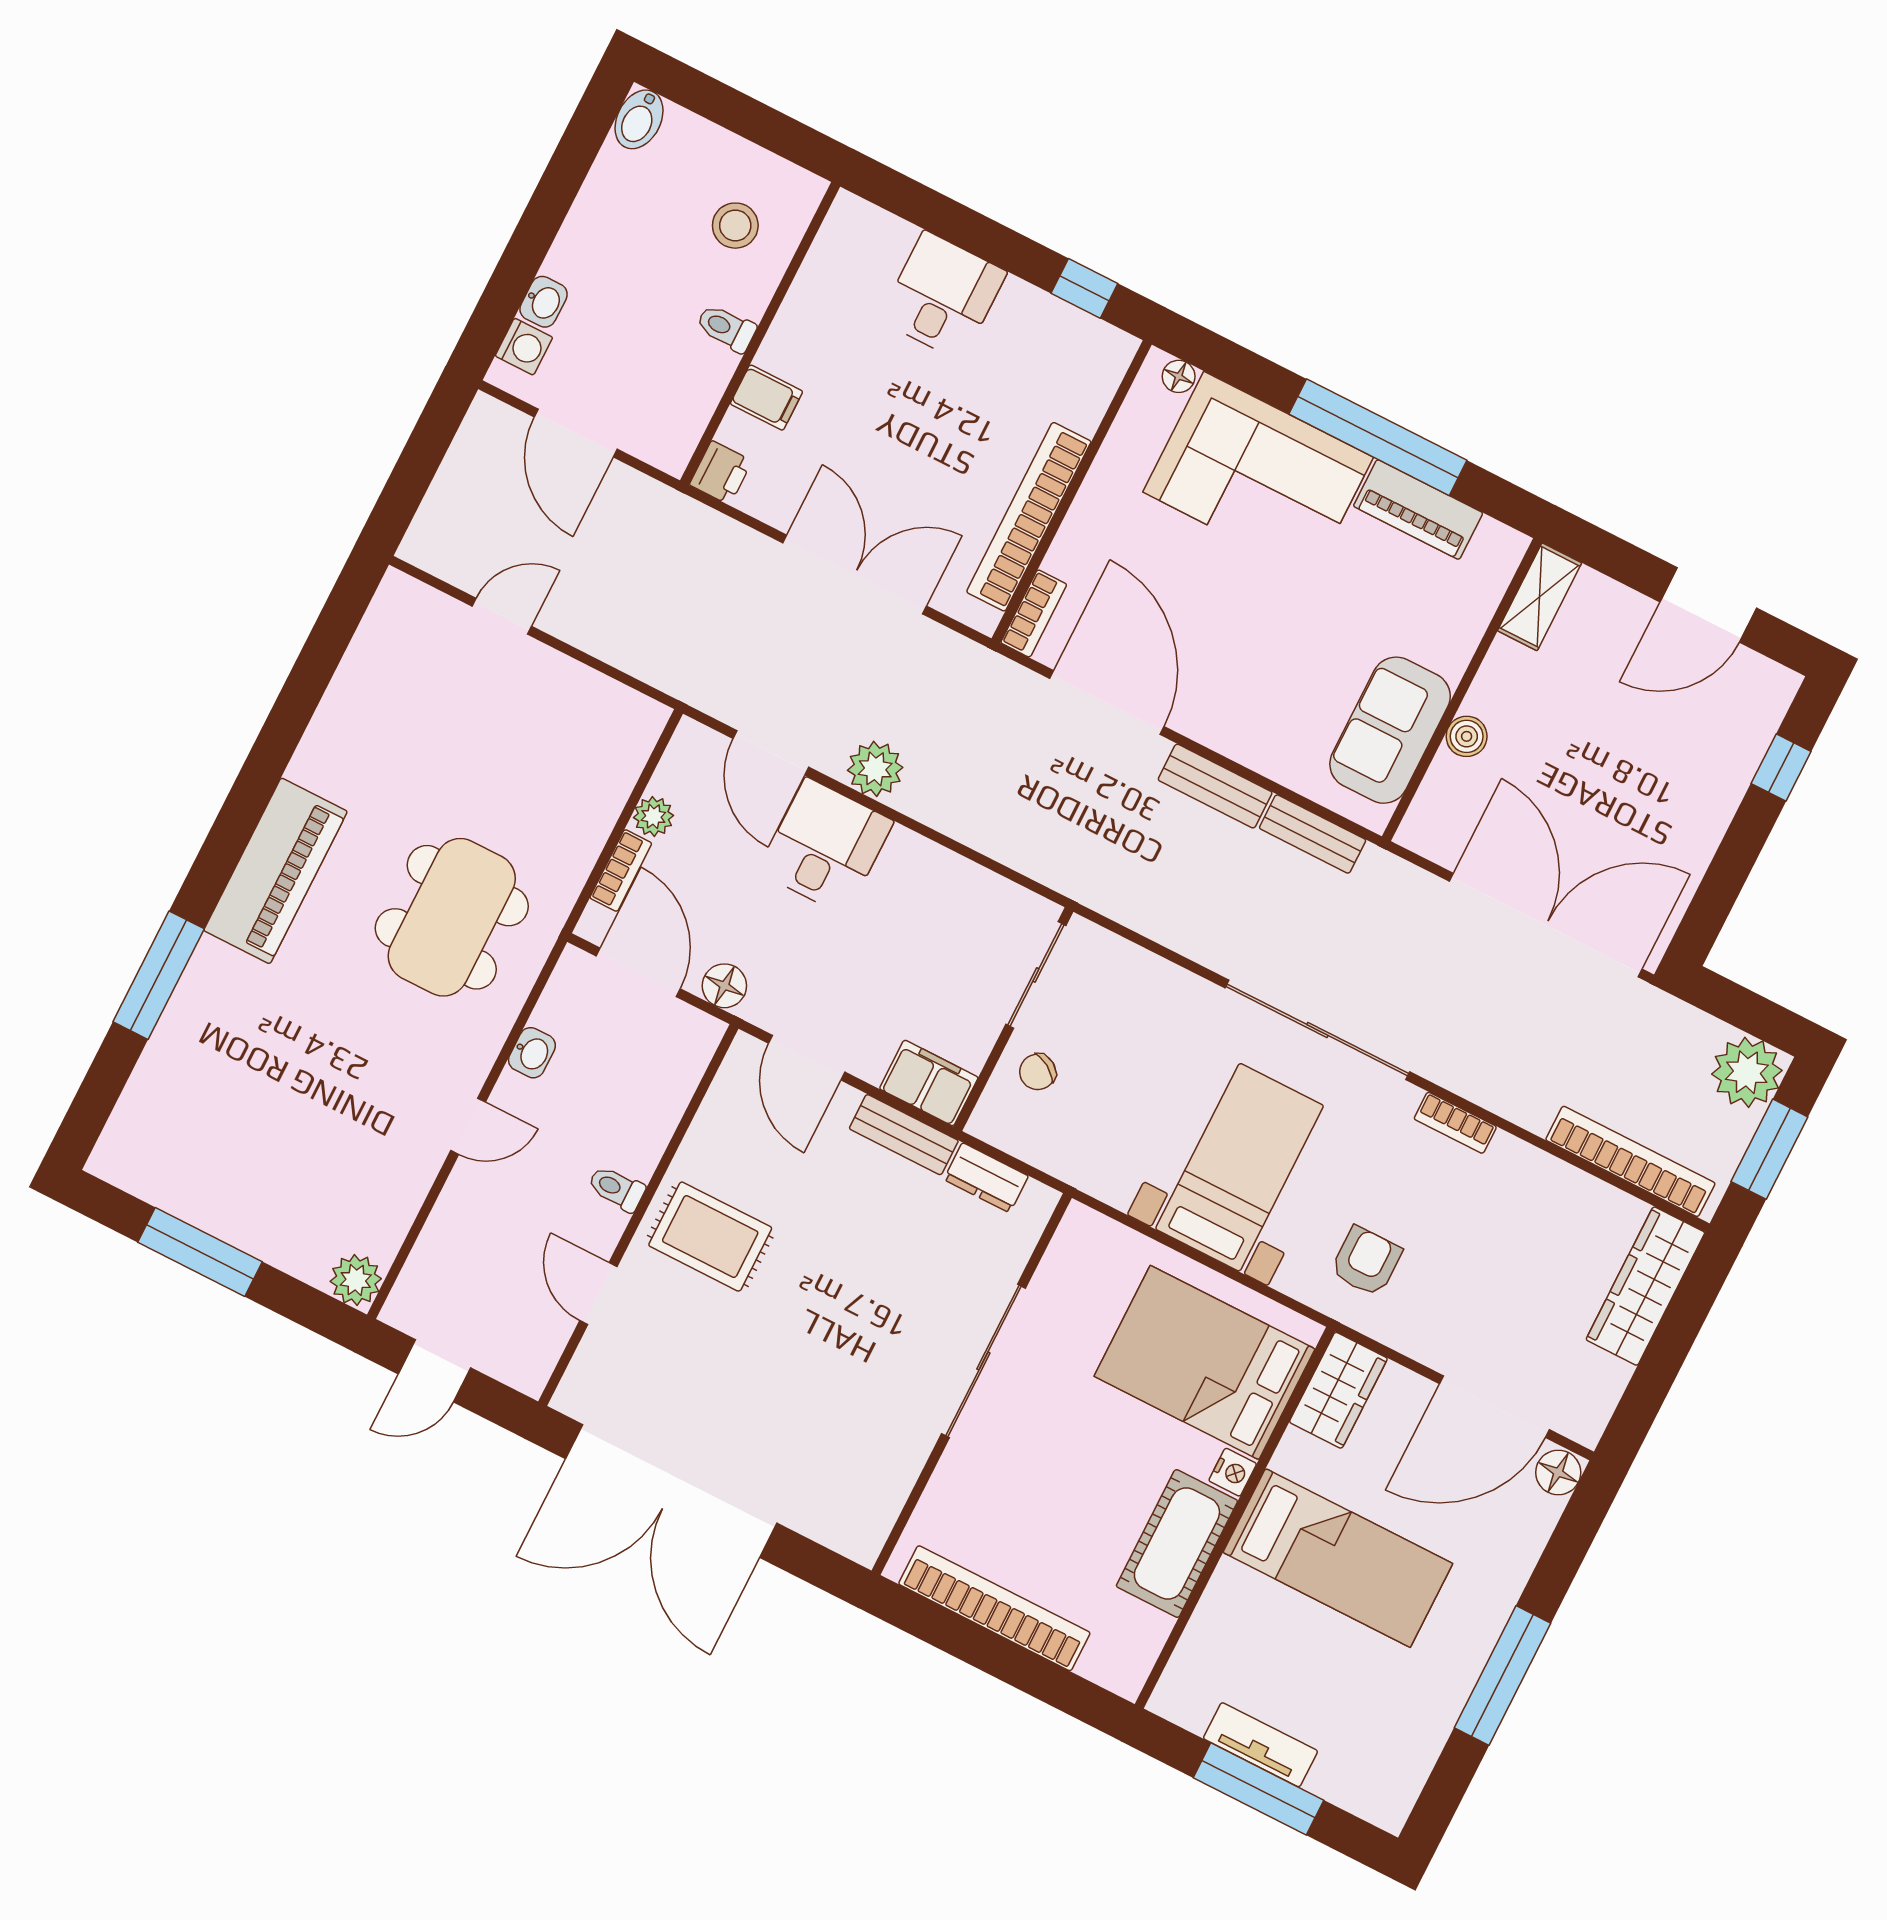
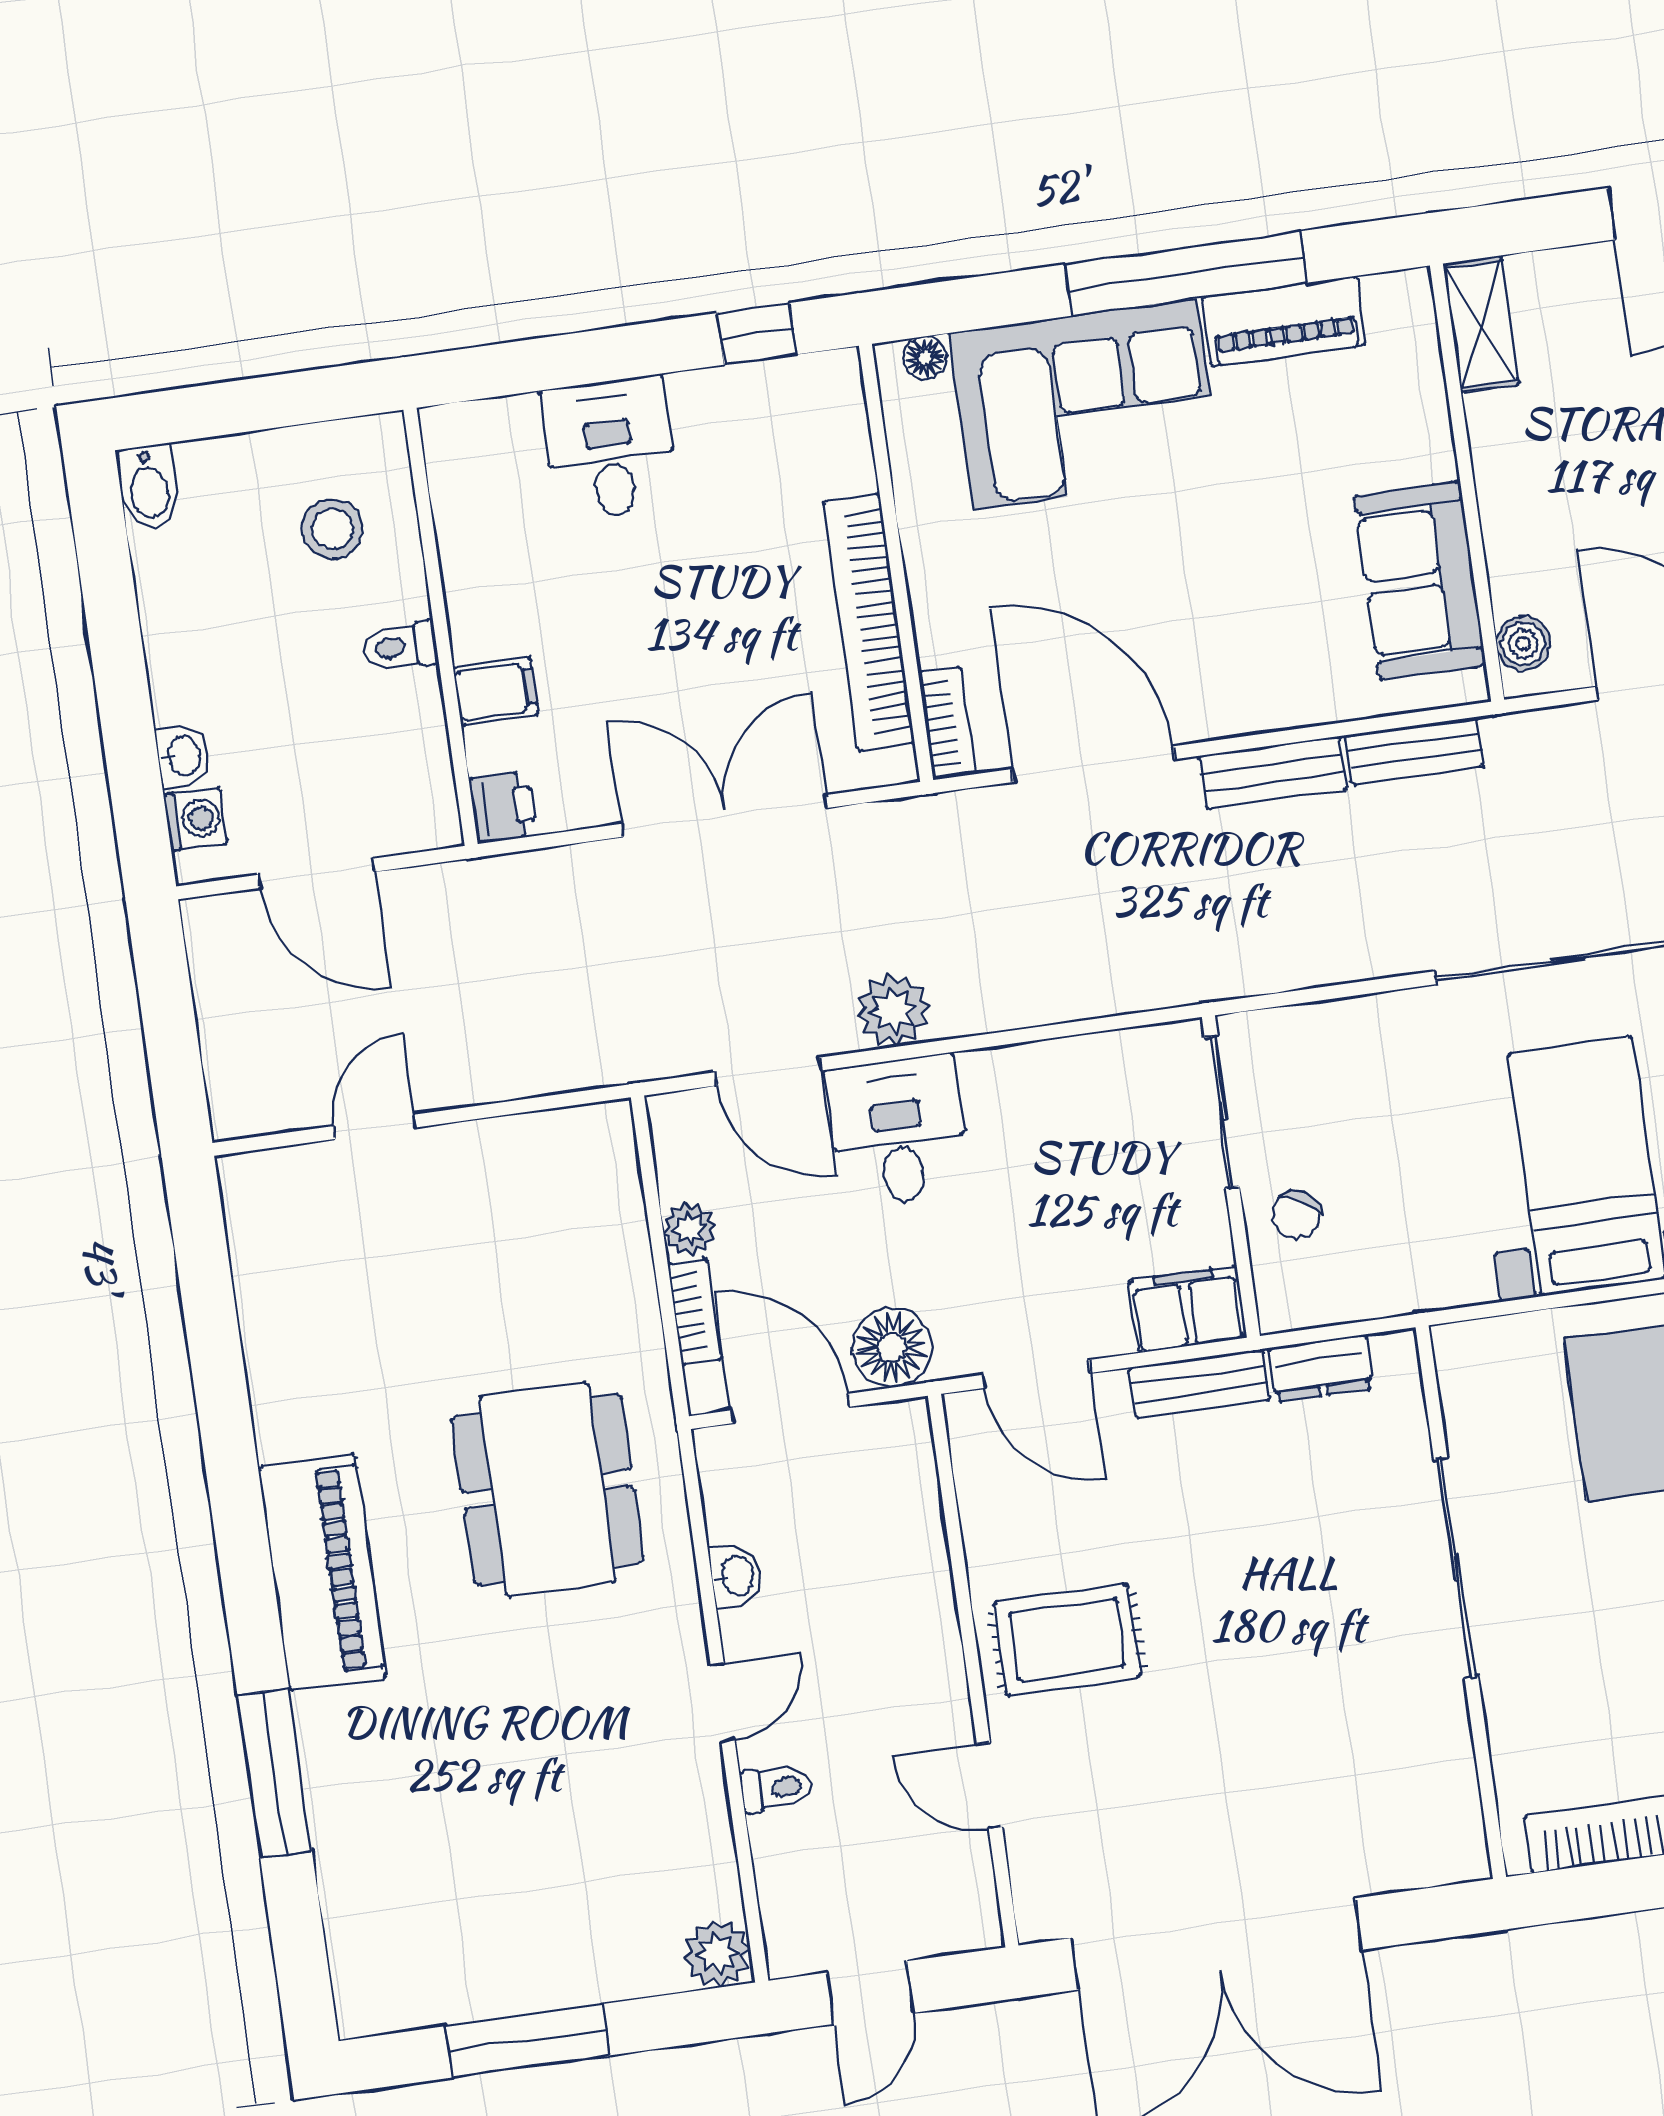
boiler: (1467, 736) -> (1523, 644), moved
floor lamp: (724, 986) -> (892, 1347), width x1.38, depth x1.38
toilet: (616, 1188) -> (777, 1788), moved, turned 180

